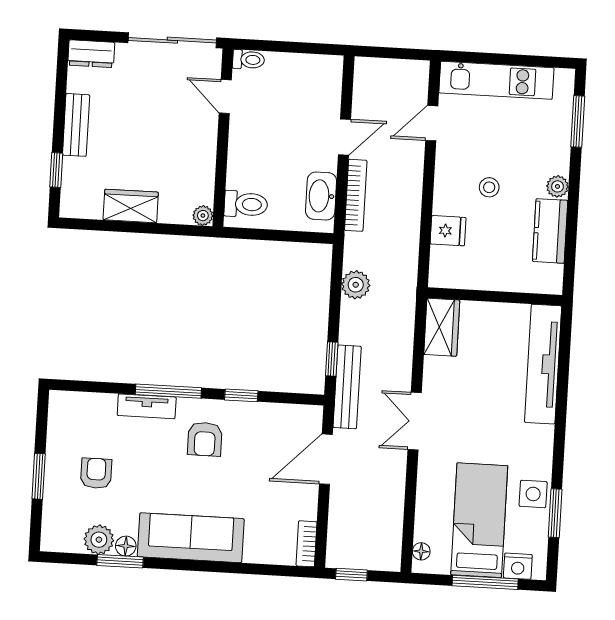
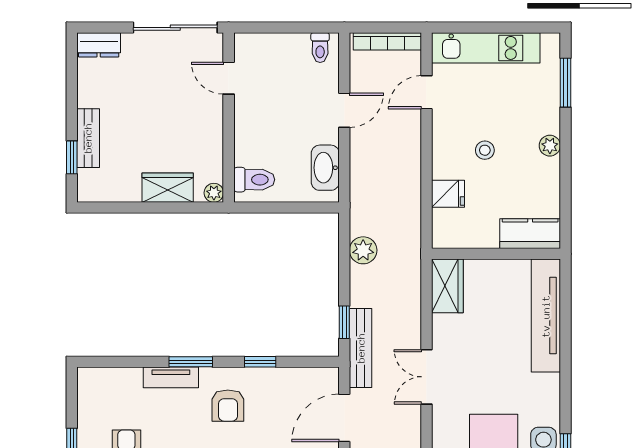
toilet: (248, 60) -> (320, 48), moved, turned 90
bench: (76, 125) -> (88, 138), moved
bookcase: (356, 195) -> (387, 41), moved, turned 90
wardrobe: (131, 206) -> (168, 188), moved
kitchen counter: (550, 231) -> (530, 234), moved, turned 90
window: (168, 391) -> (191, 362), width x0.69

